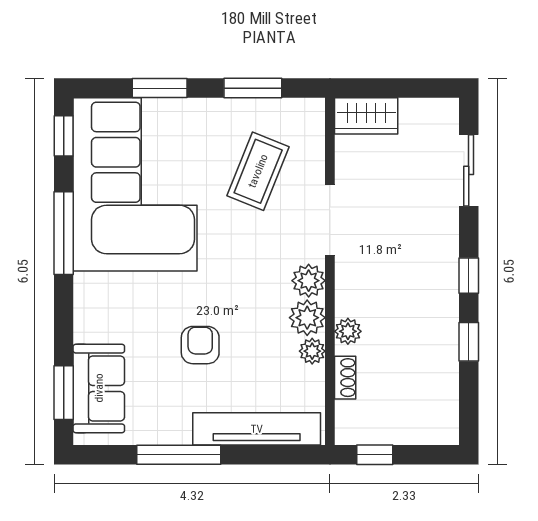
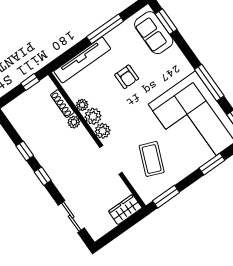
window: (253, 88) -> (166, 197), moved
shoe rack: (345, 378) -> (62, 104), width x1.43

